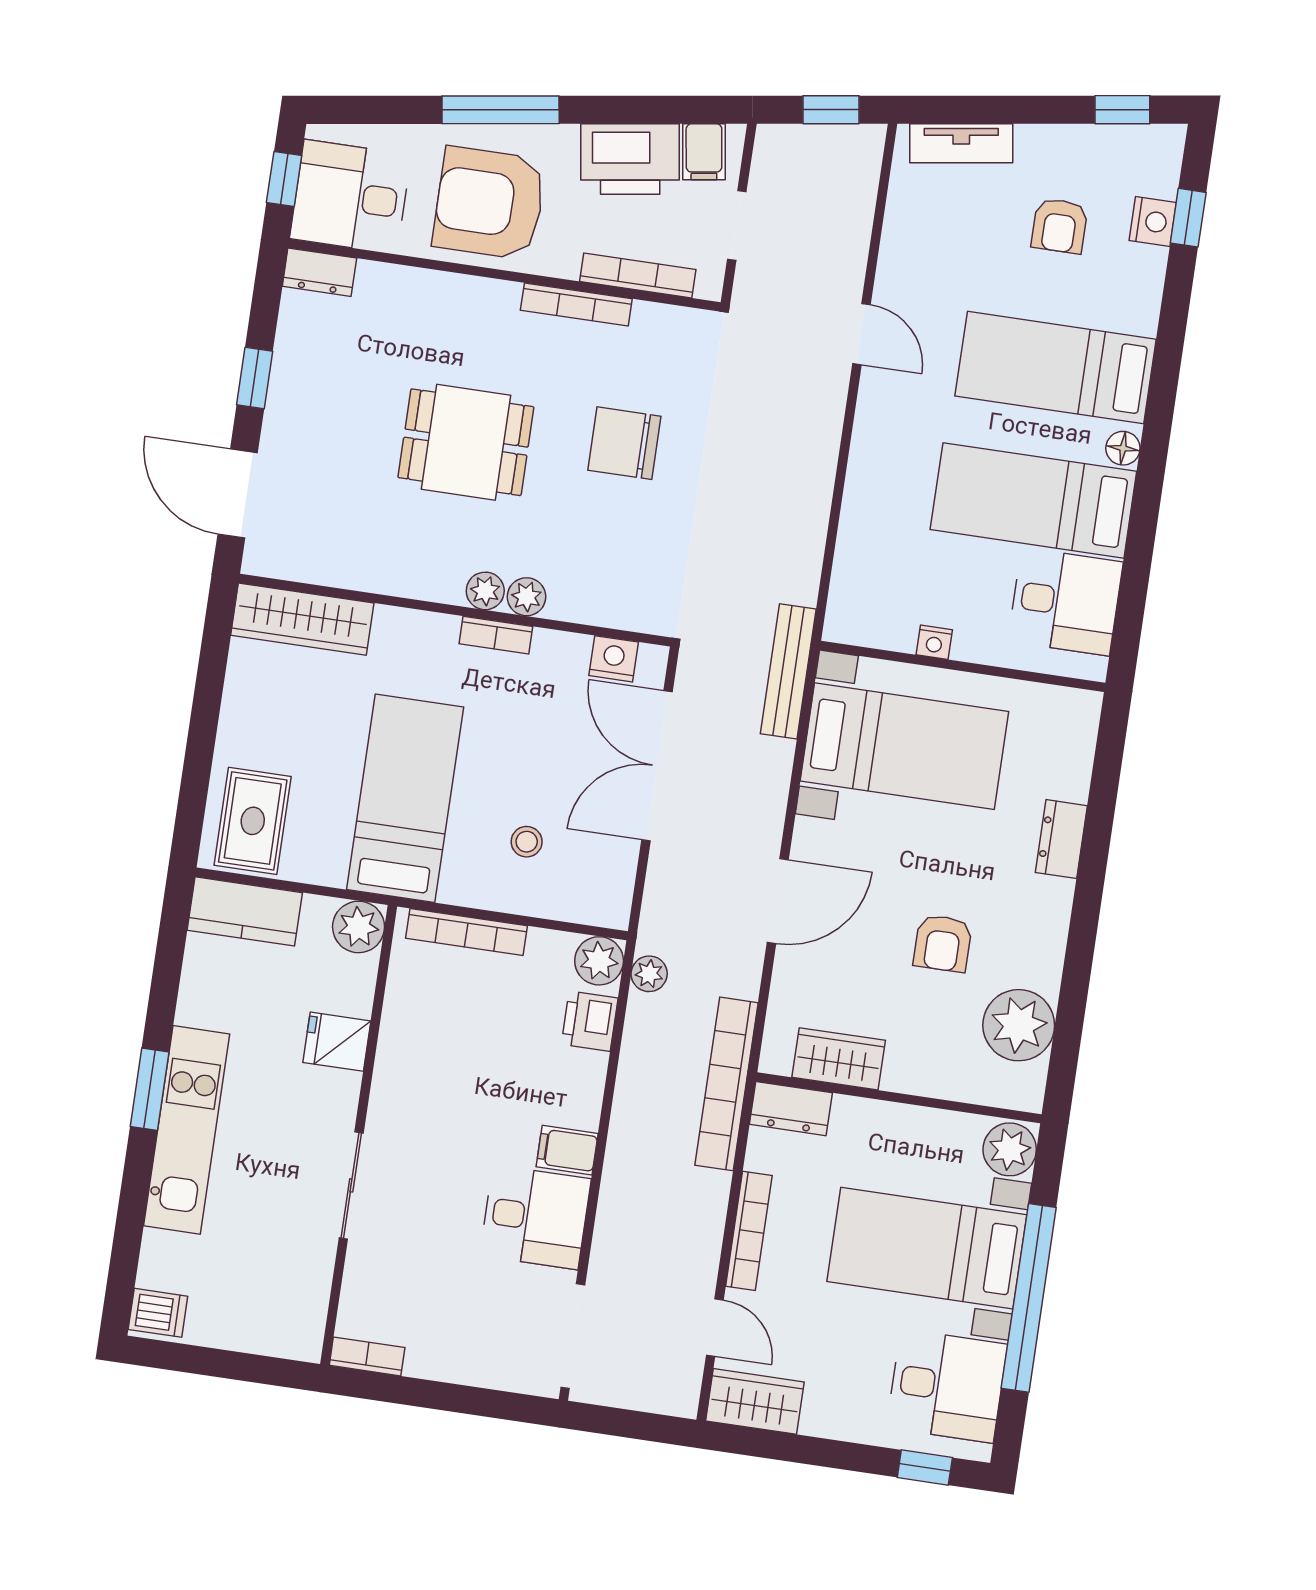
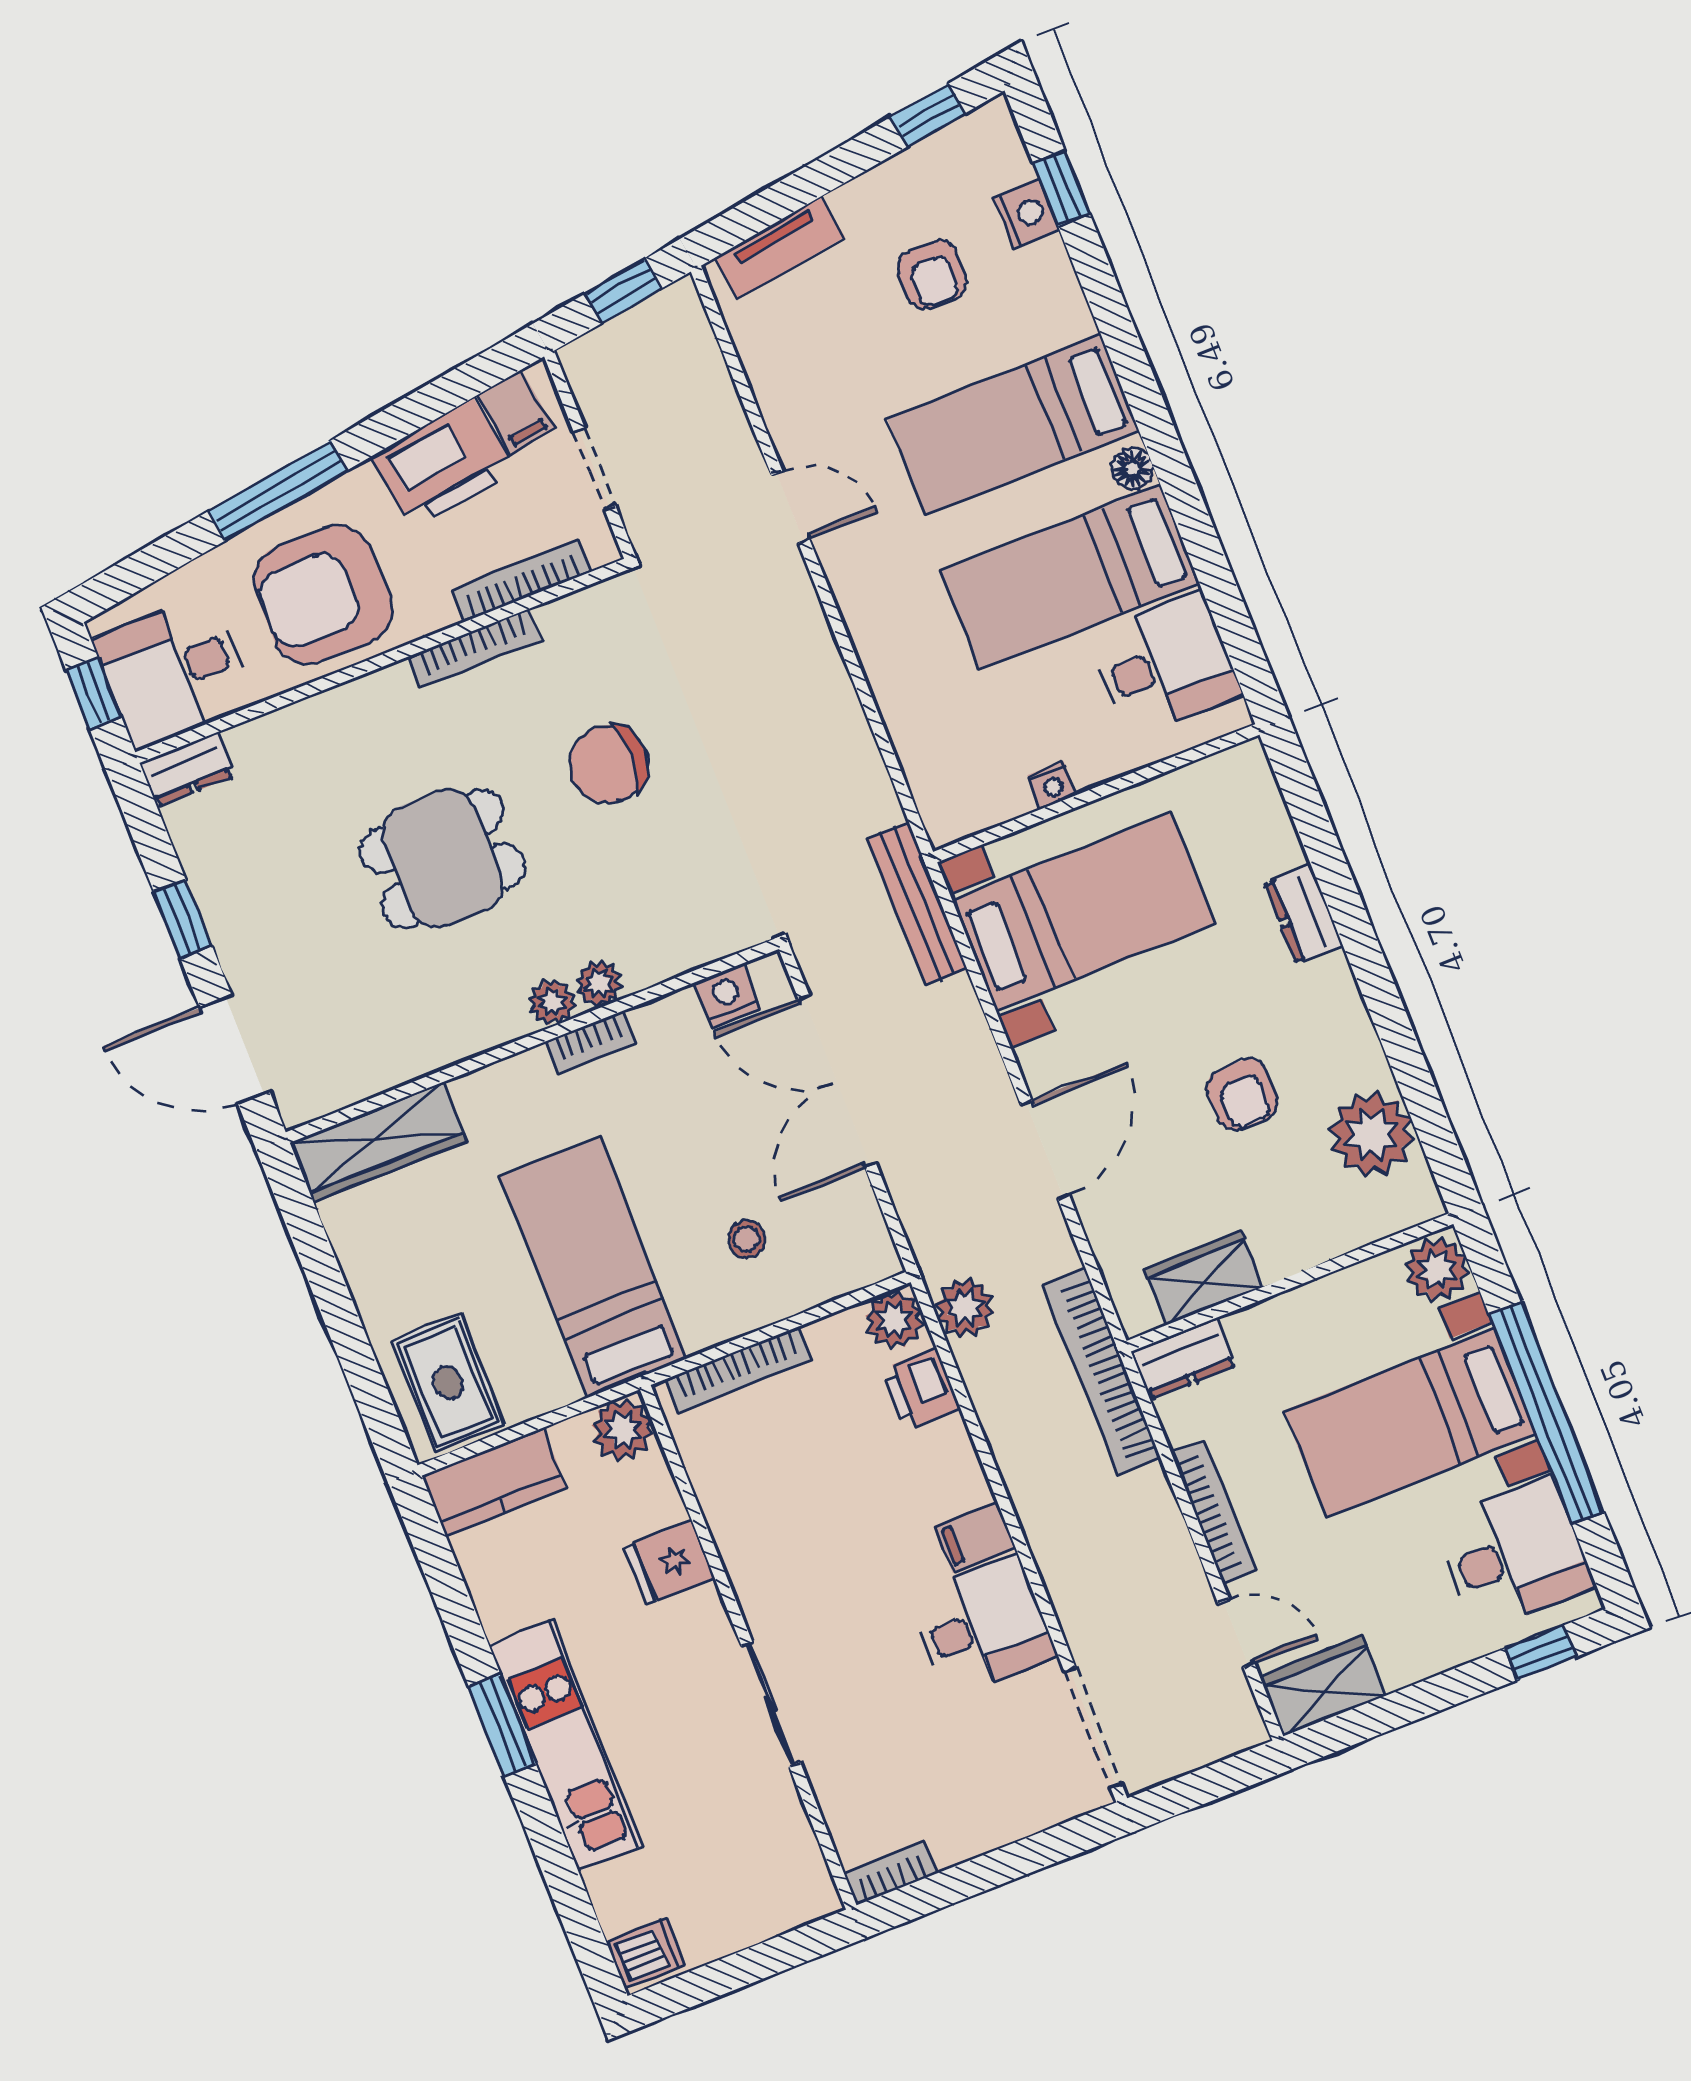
plant: (649, 974) -> (965, 1308), width x1.38, depth x1.38

